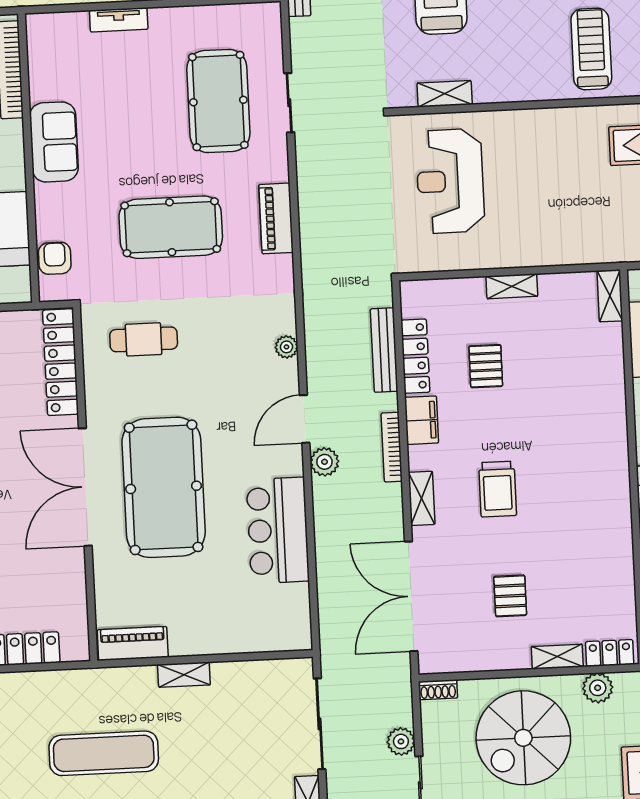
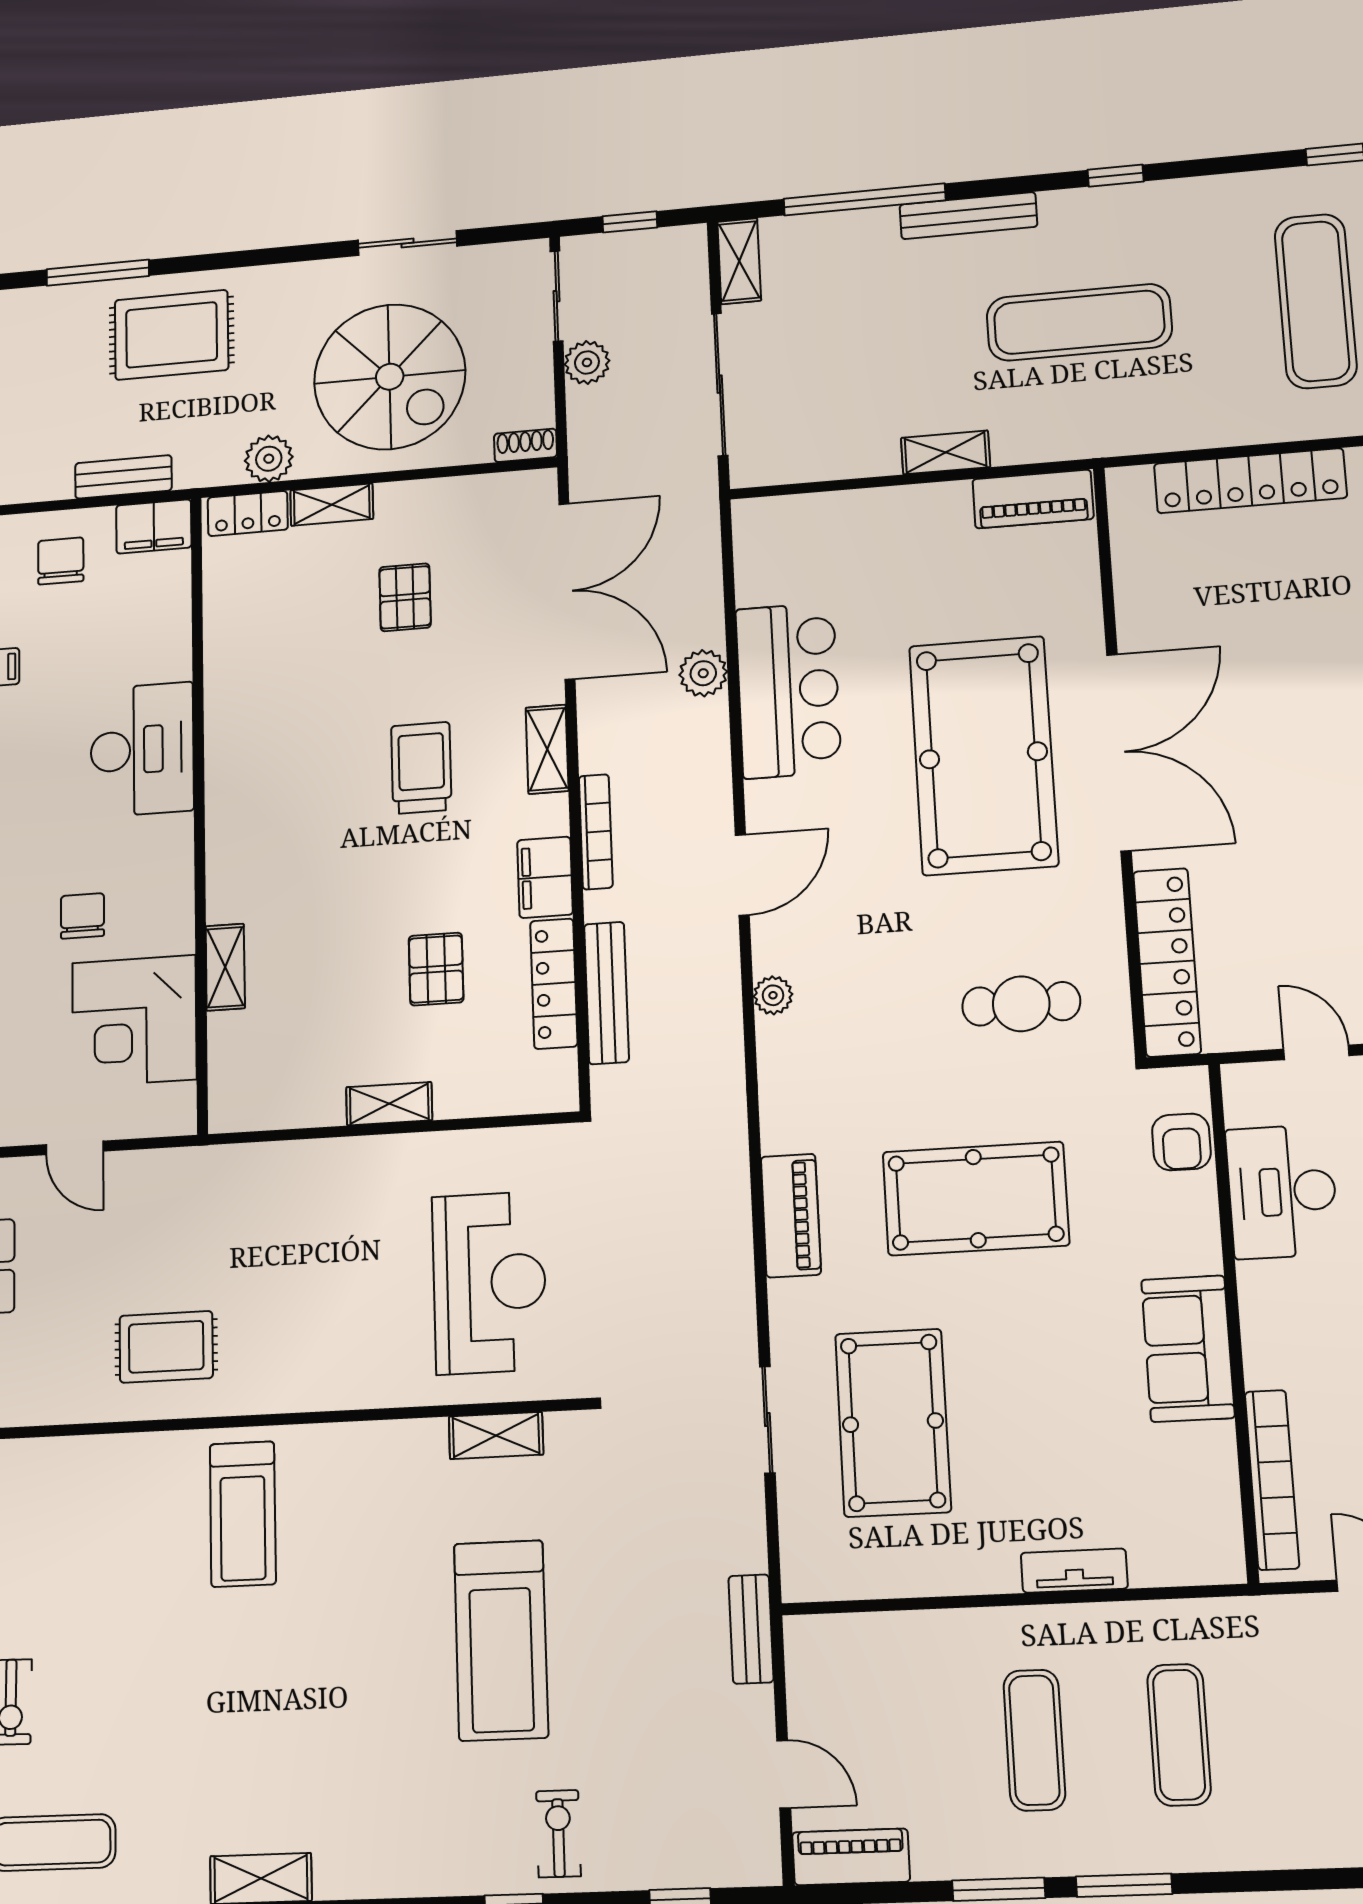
shelving: (610, 296) -> (225, 967), moved
plant: (324, 462) -> (703, 673), moved
spiral stairs: (523, 738) -> (390, 377), turned 90

